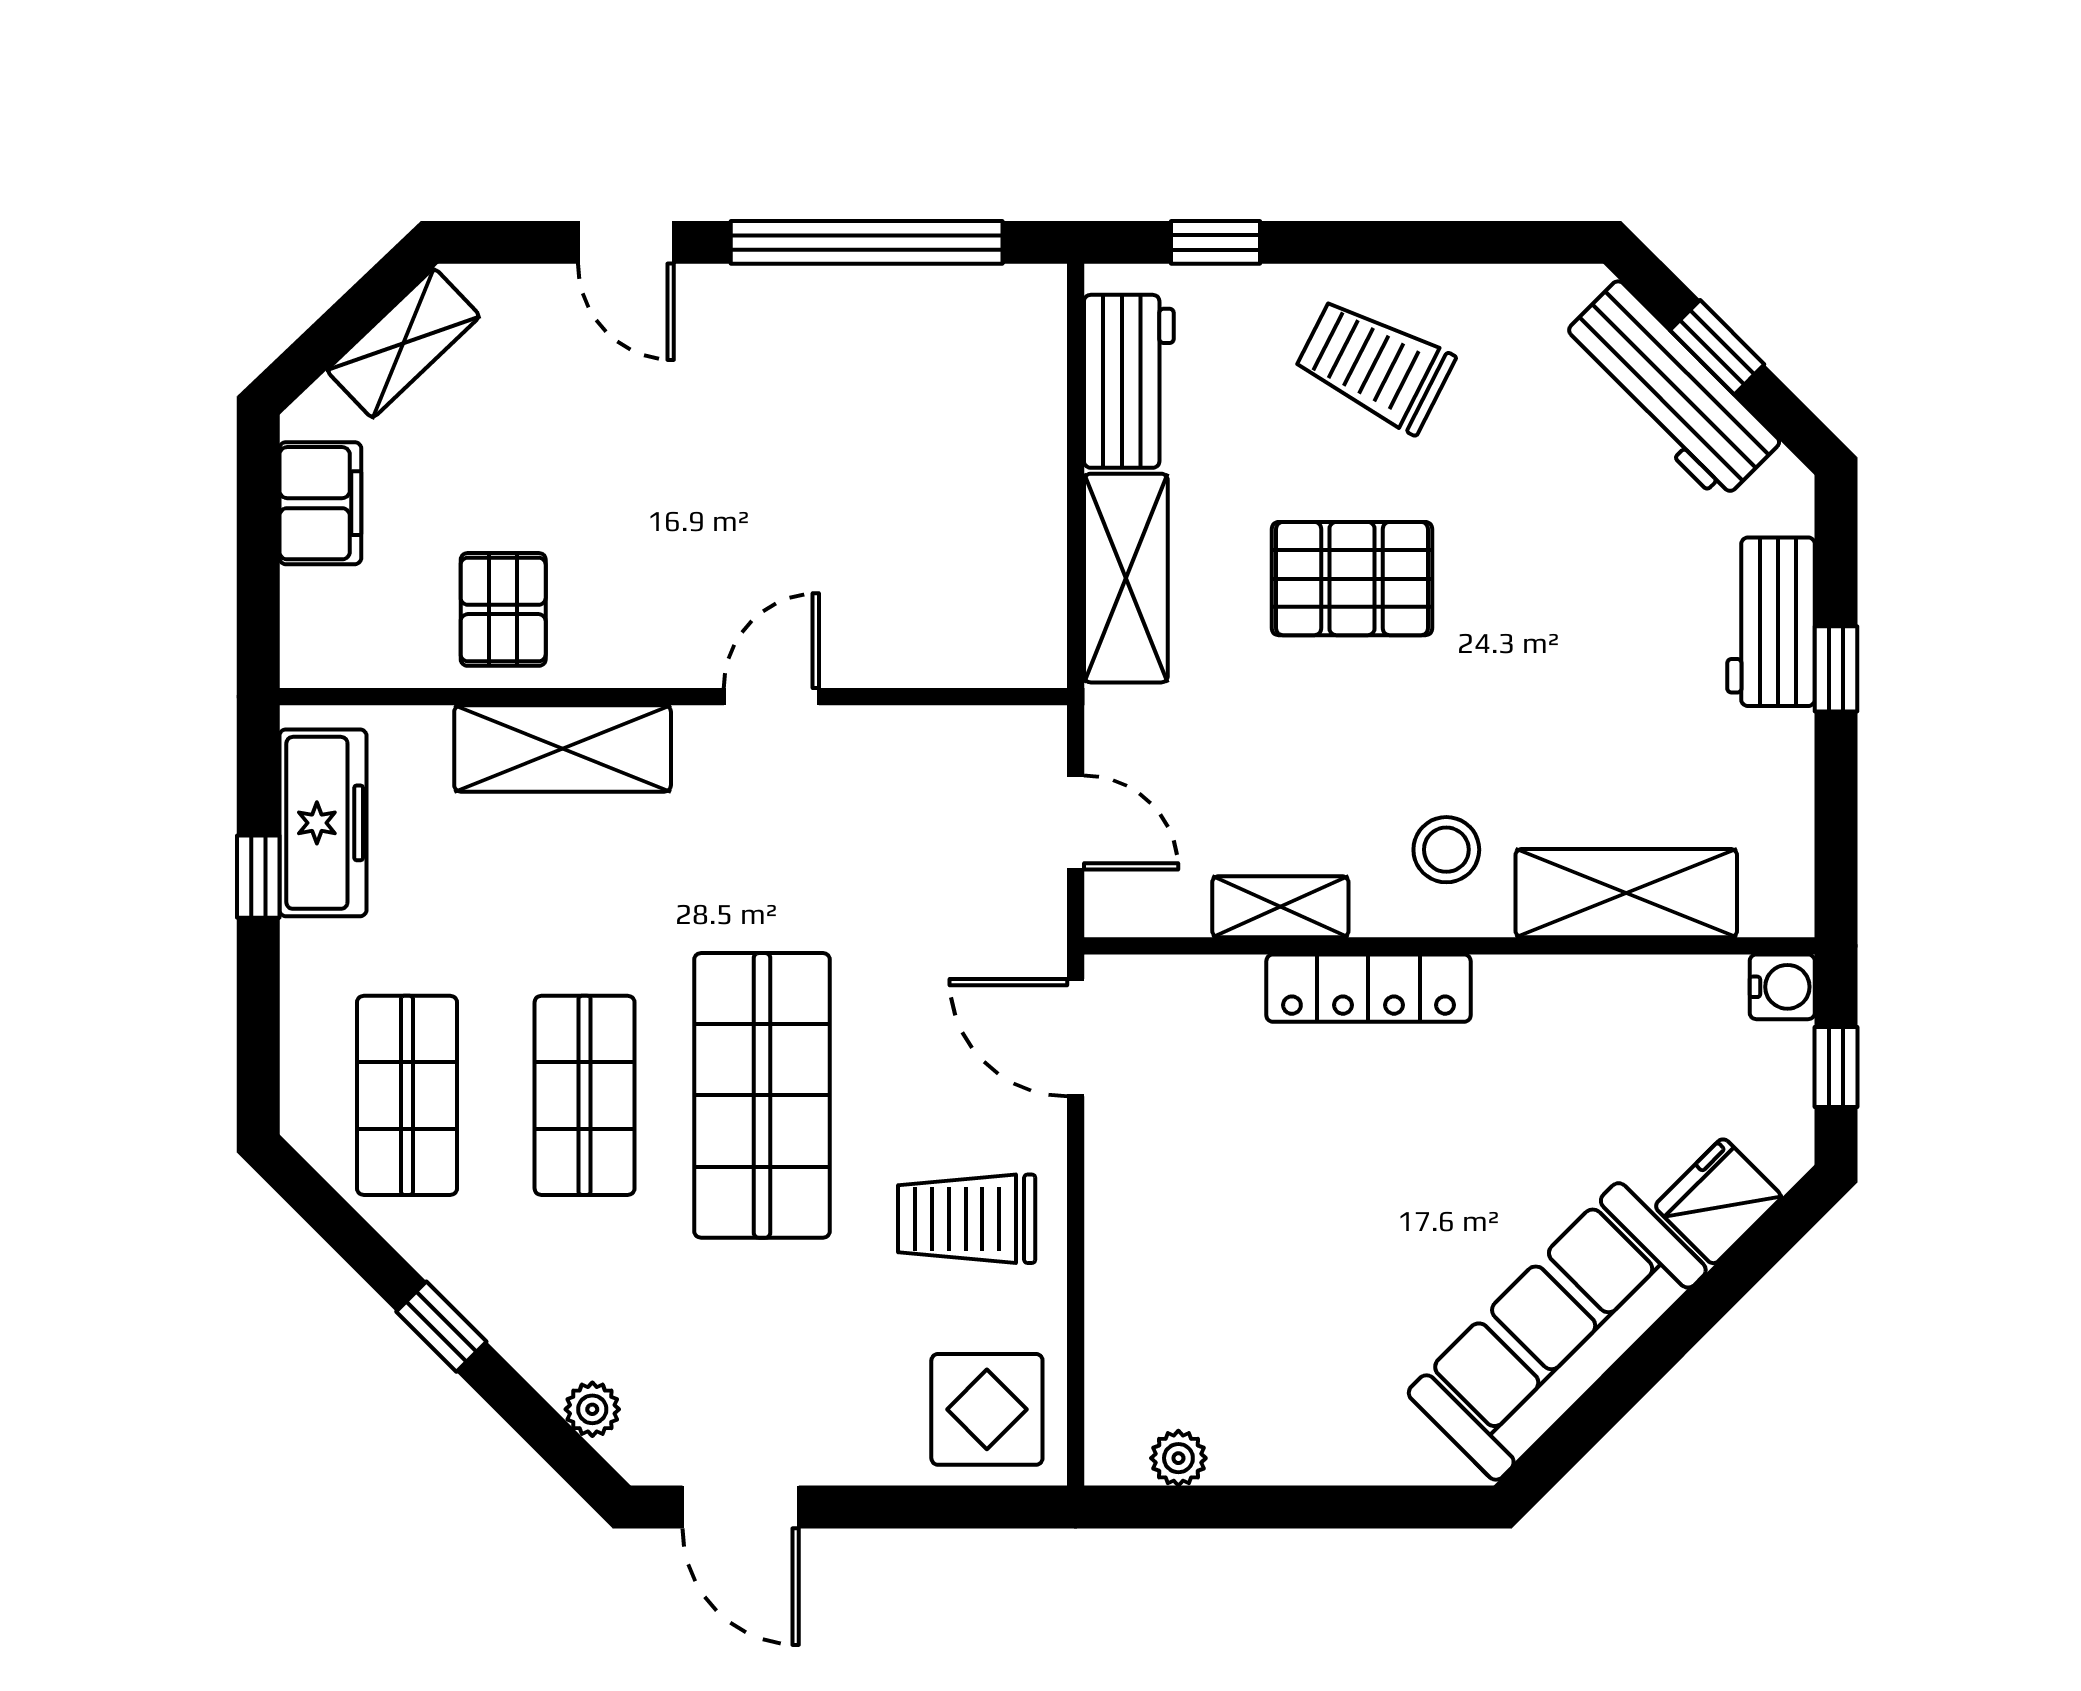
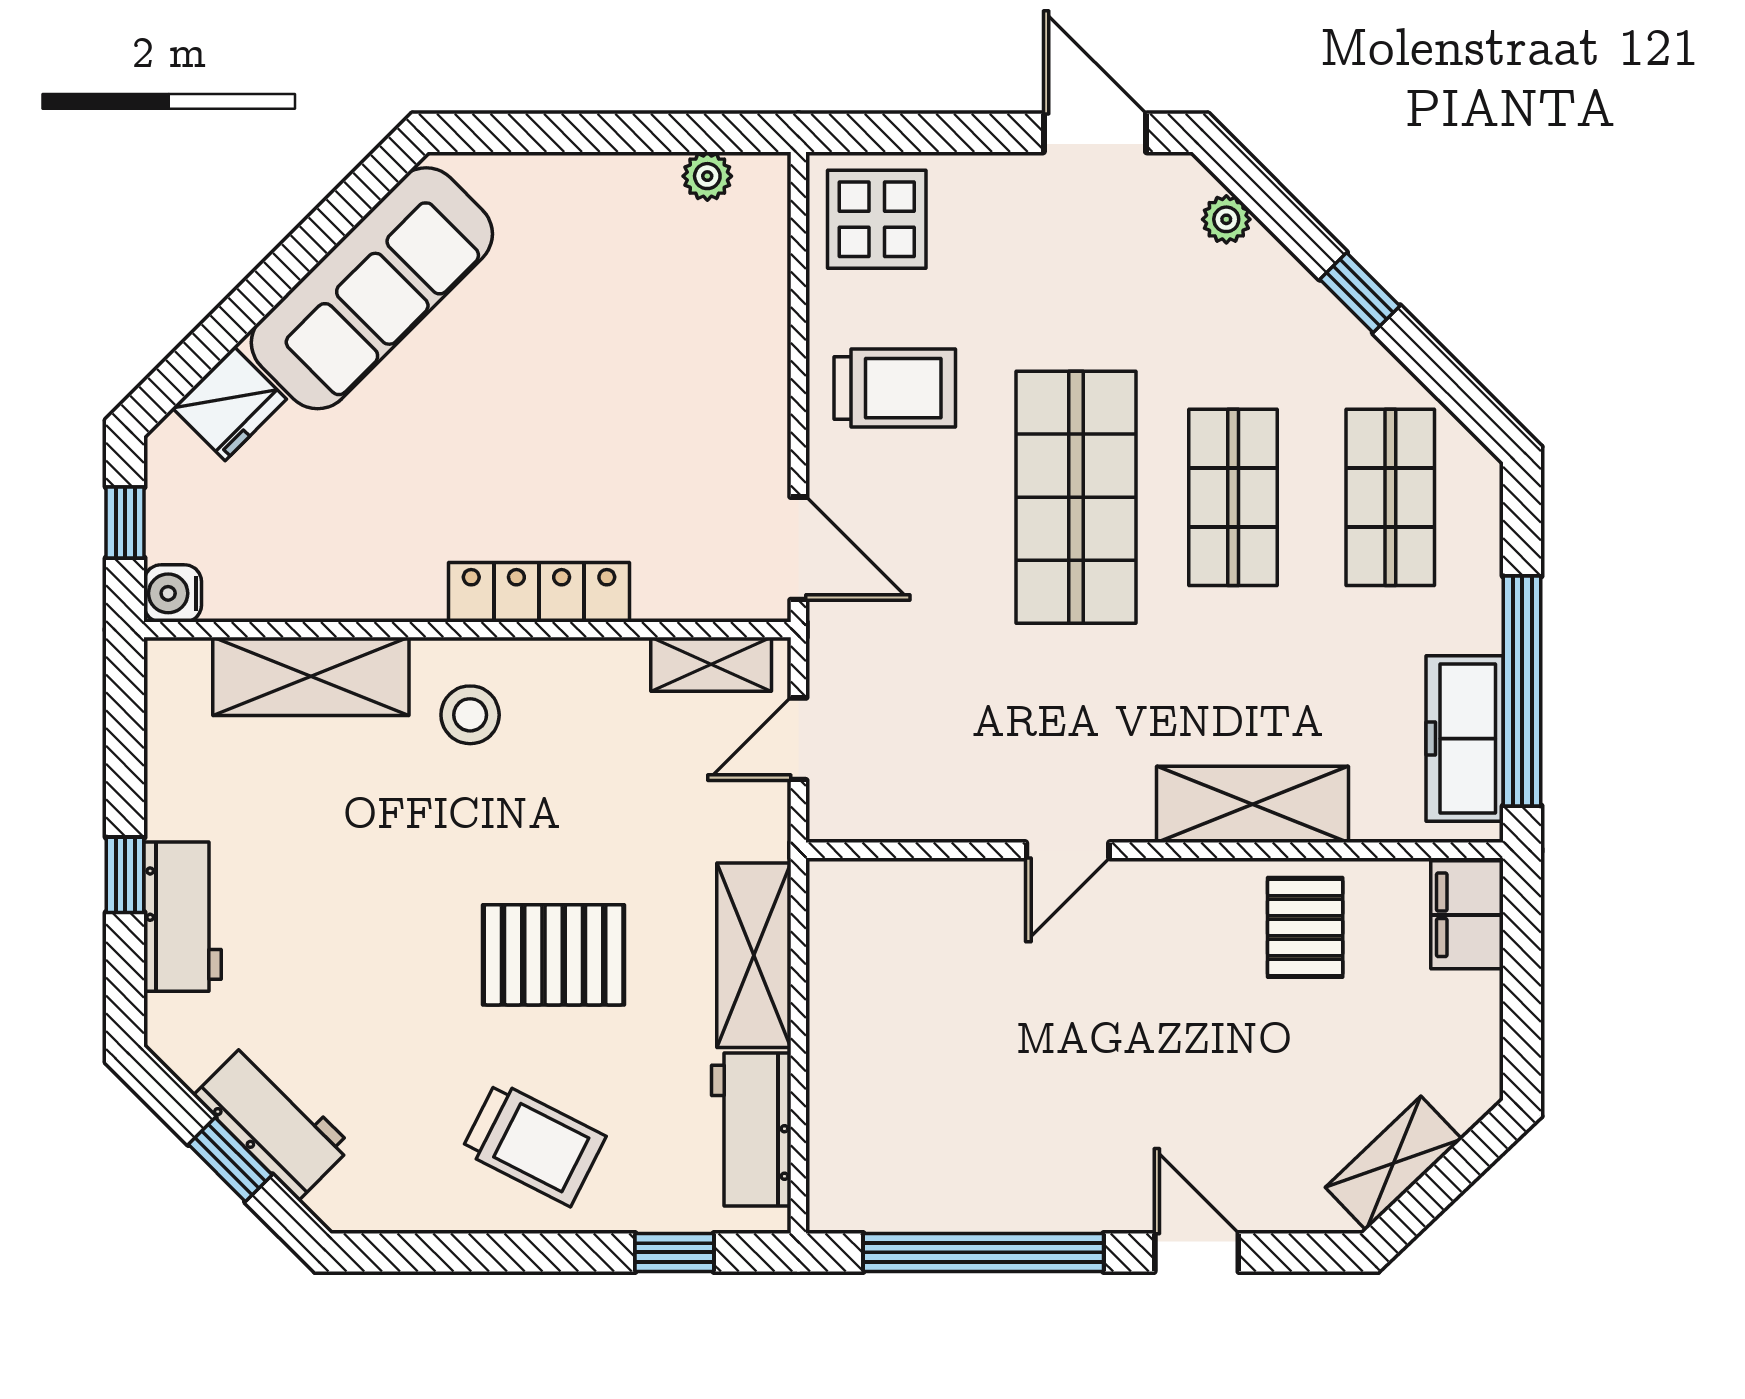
workbench: (1669, 391) -> (273, 1121), width x0.73
filing cabinet: (320, 503) -> (1467, 915), moved
door: (1076, 823) -> (798, 739), hinge flipped
window: (258, 877) -> (1522, 691), width x3.17
shelving: (1280, 907) -> (711, 664), moved

